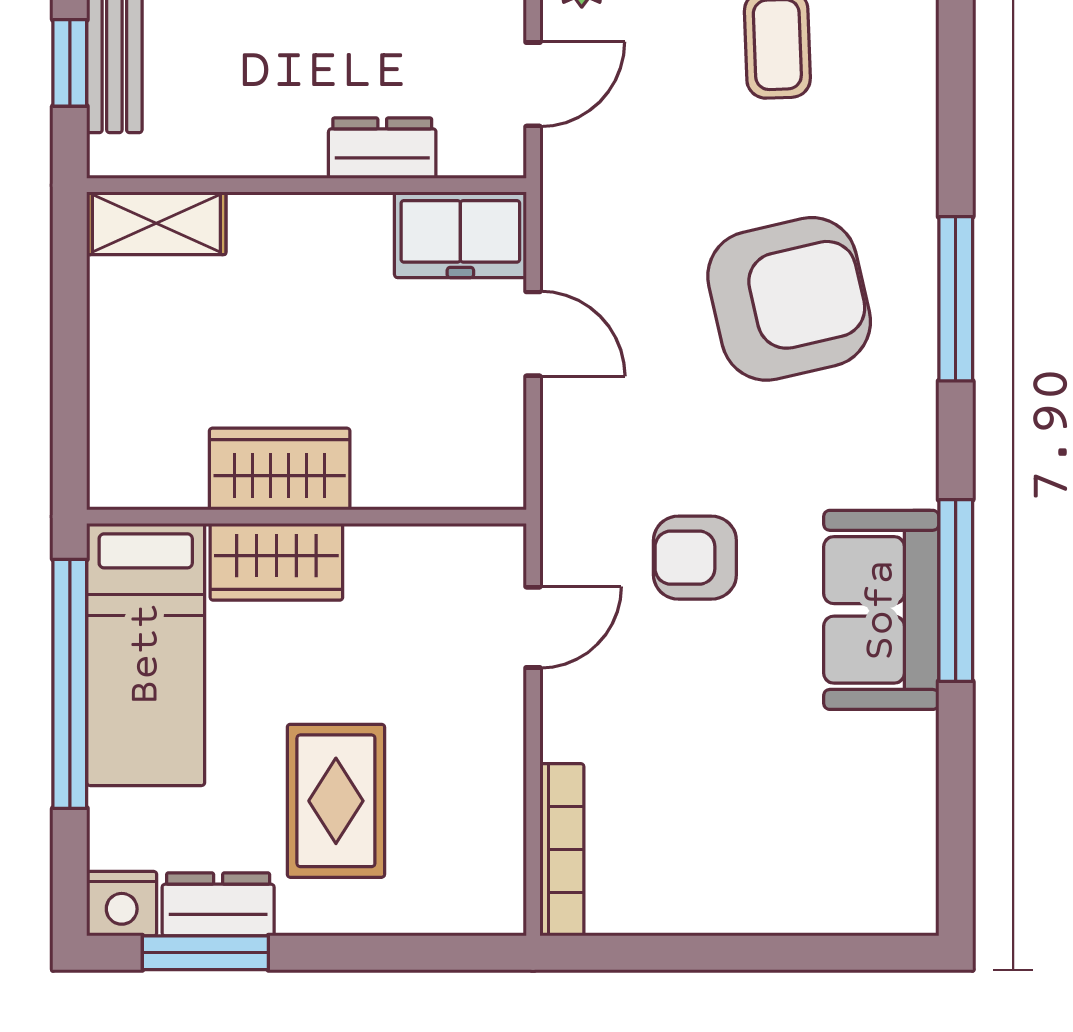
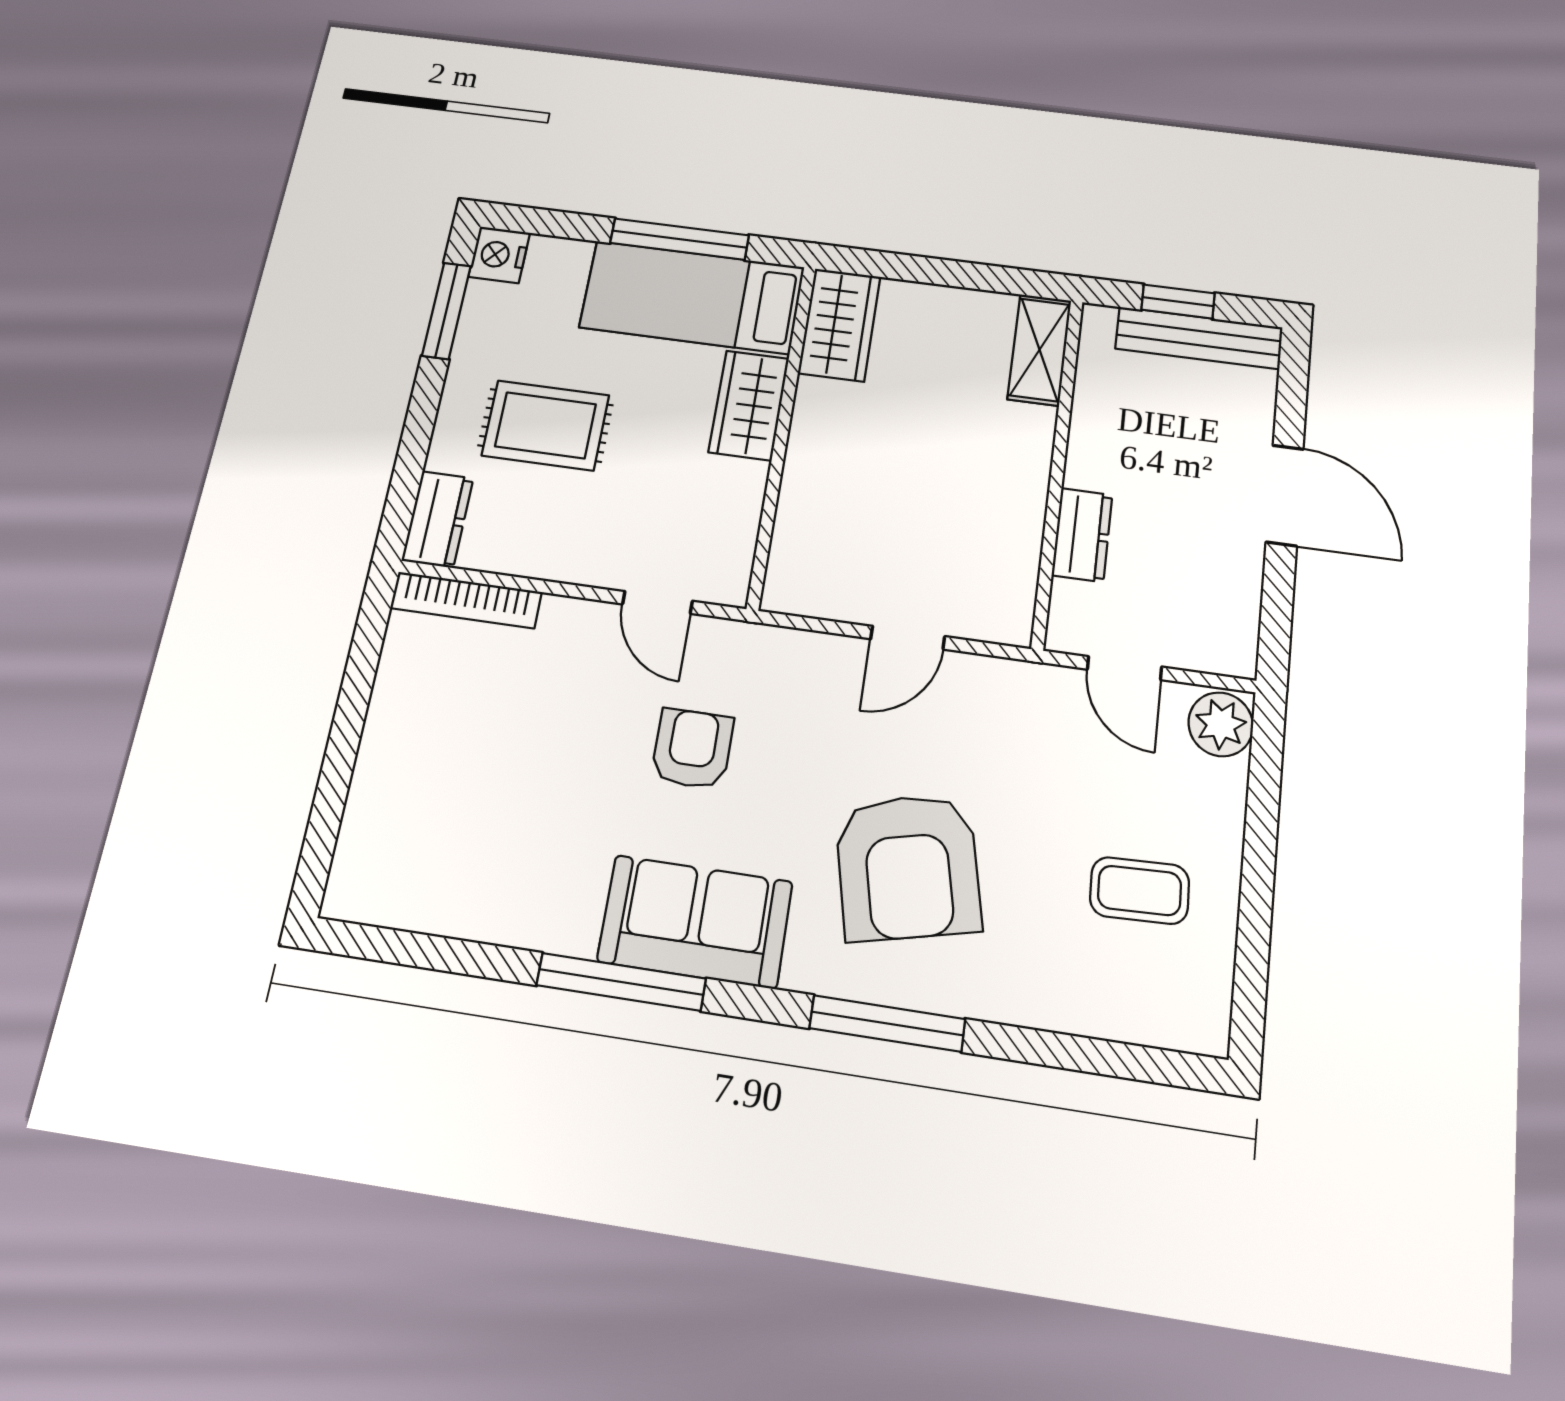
freezer: (460, 235) -> (1001, 589), removed
wardrobe: (280, 469) -> (839, 325), moved
sofa: (881, 610) -> (695, 922), moved
window: (70, 684) -> (680, 239), width x0.68
dresser: (218, 904) -> (438, 519), moved

